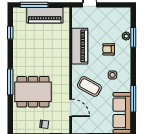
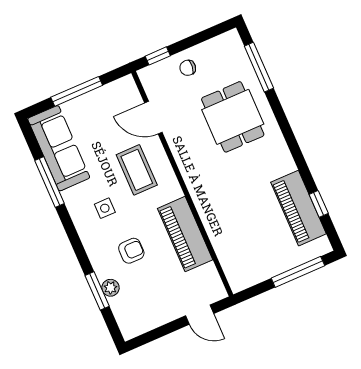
piano: (45, 15) -> (299, 208), moved, turned -90
window: (10, 82) -> (259, 67), moved
coffee table: (89, 86) -> (137, 170), turned 61
dining table: (33, 92) -> (233, 117), width x0.73

